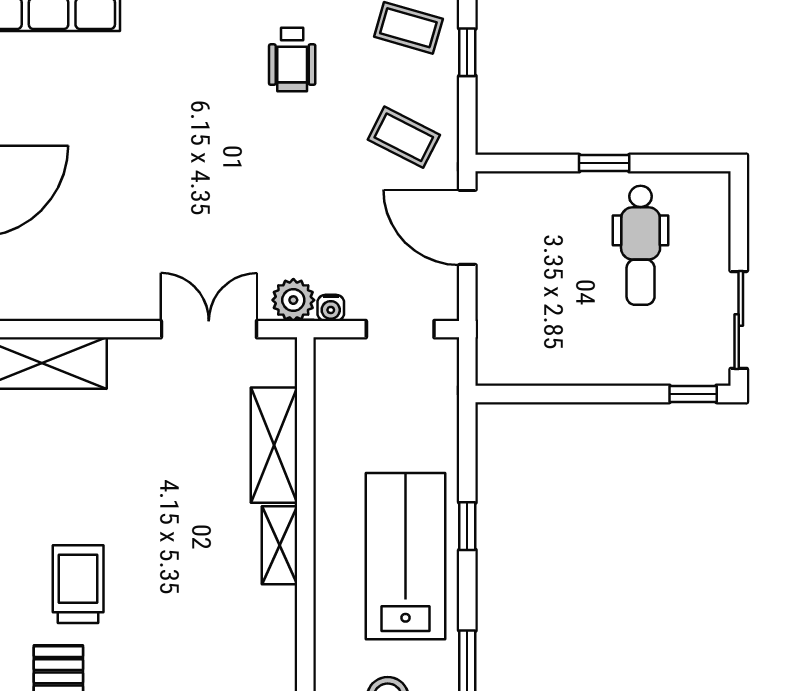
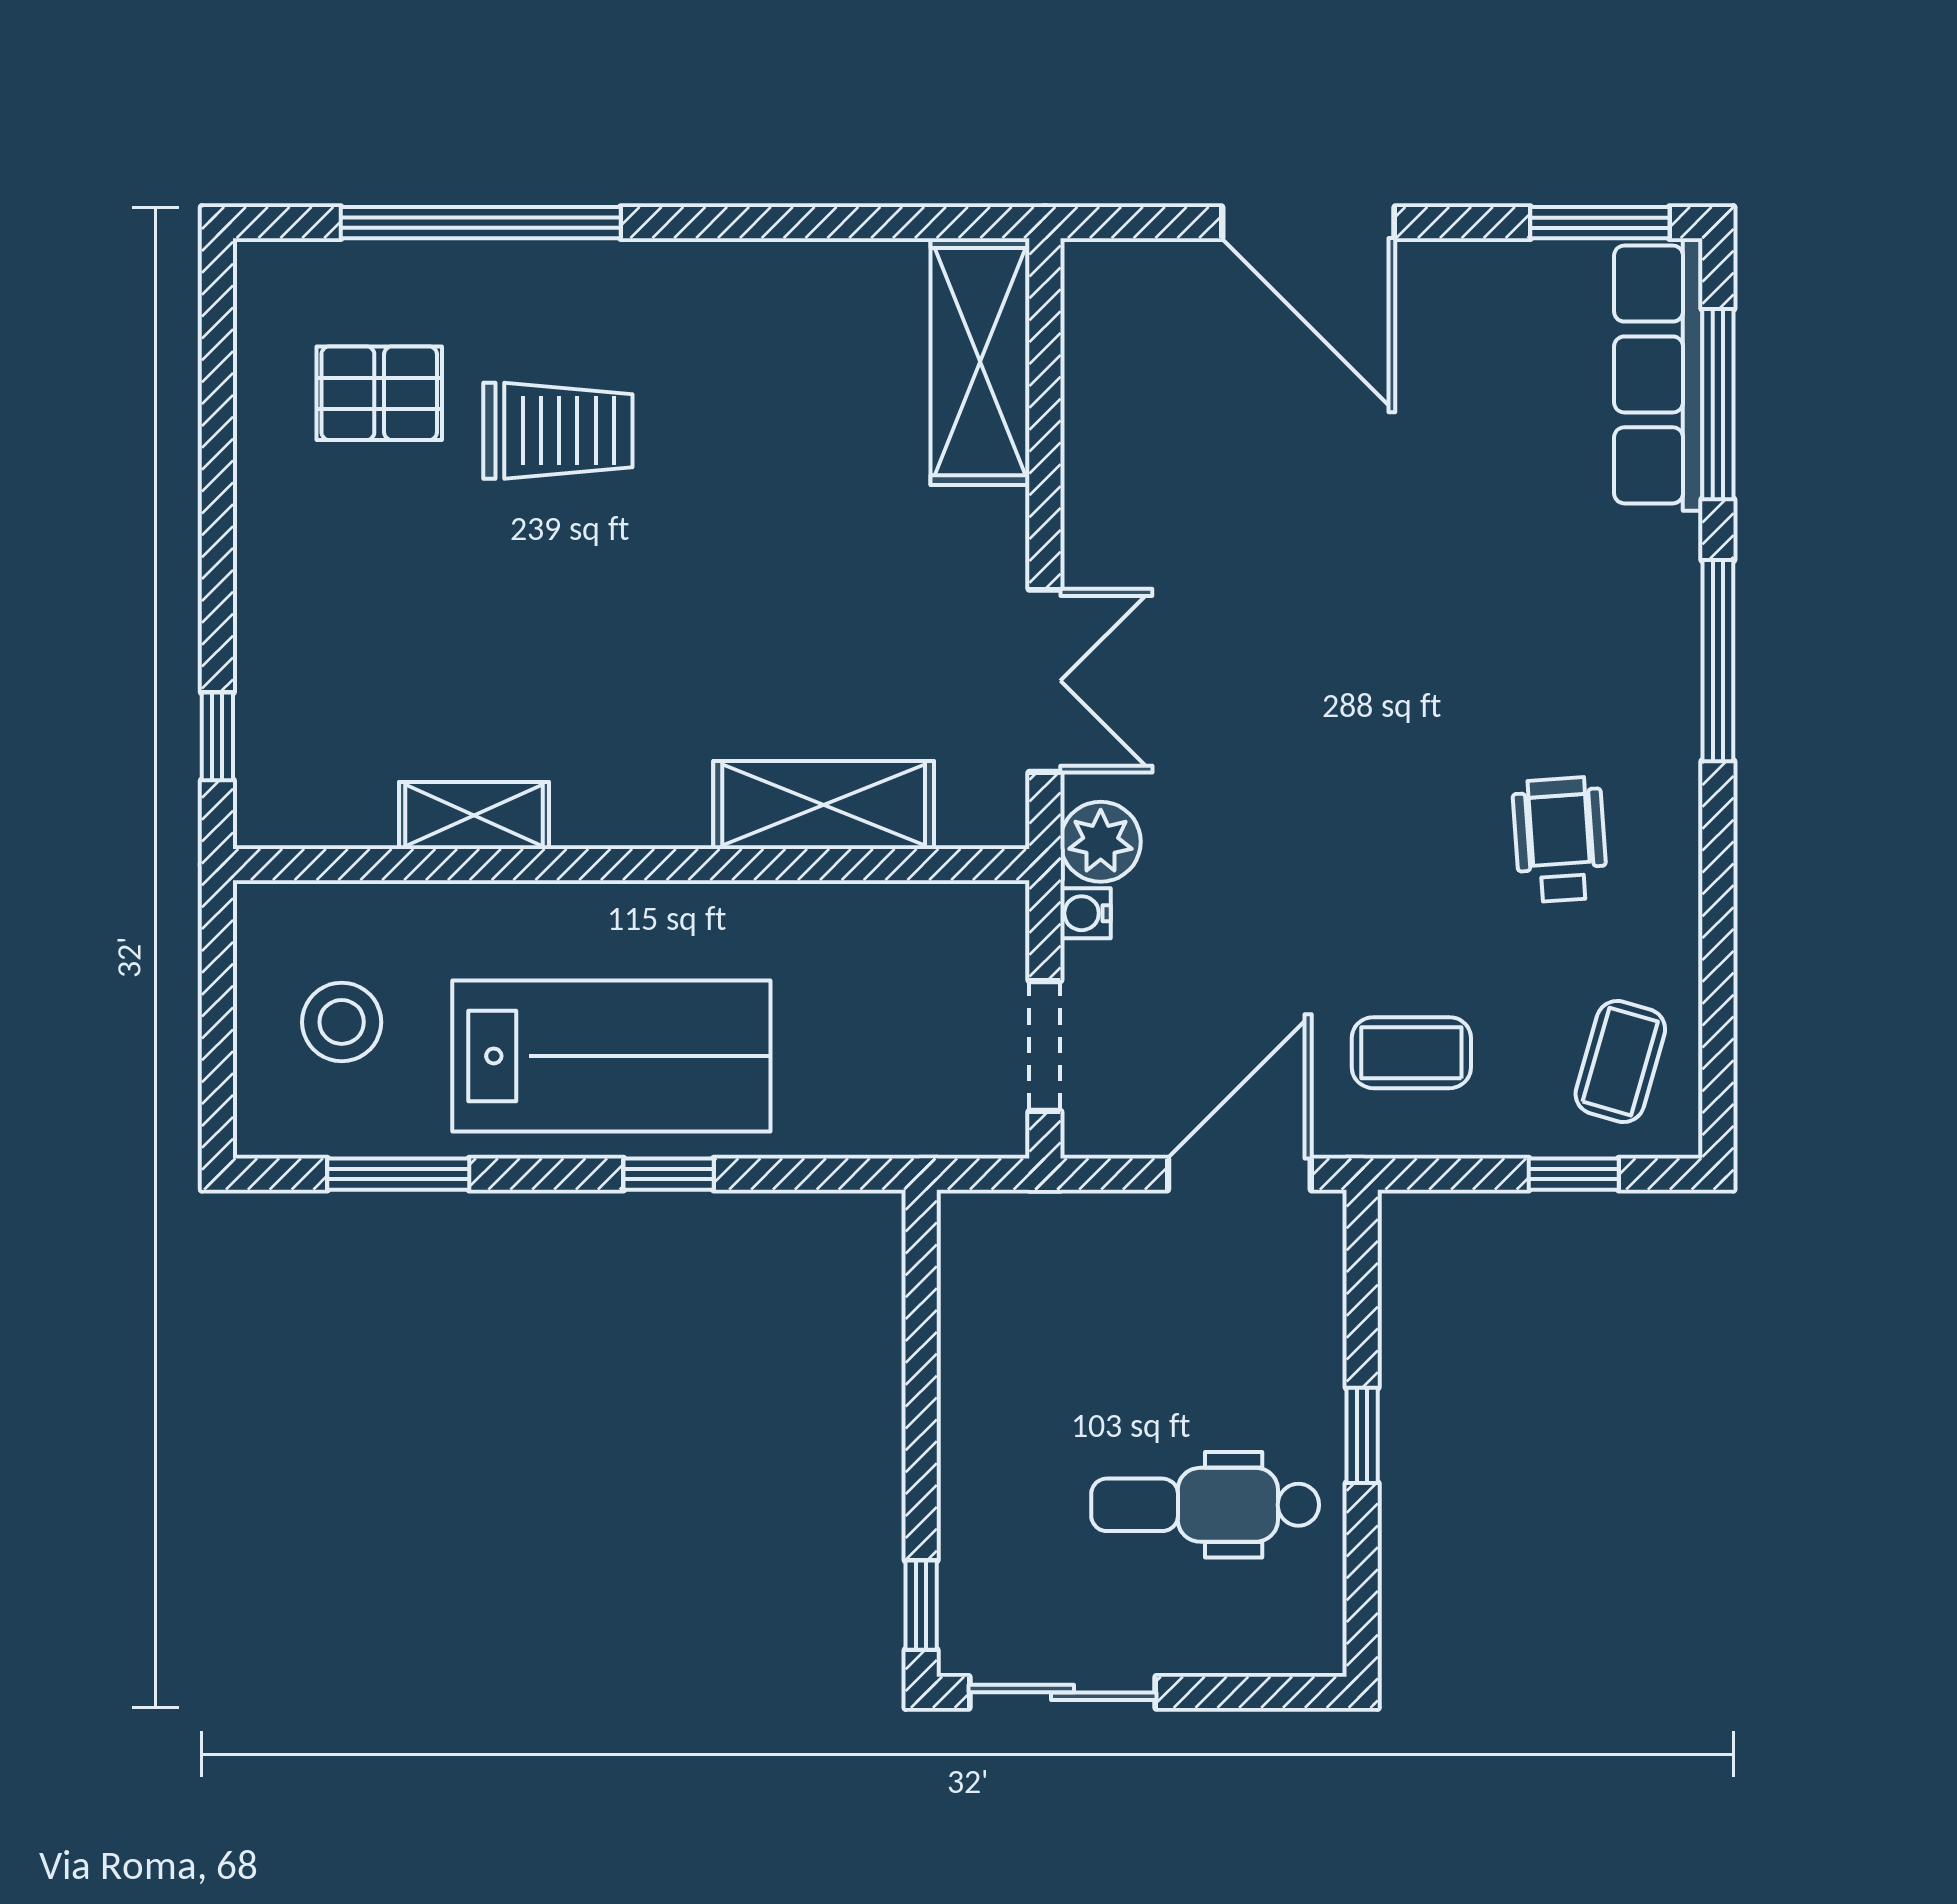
wheelchair: (292, 59) -> (1560, 840), turned 86
coffee table: (404, 137) -> (1411, 1053), turned 63
shelving: (280, 545) -> (474, 815), moved

